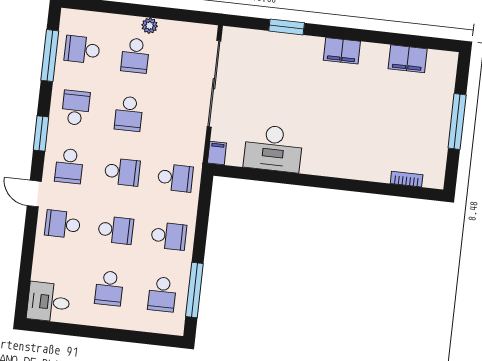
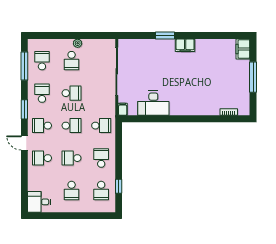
window: (287, 27) -> (165, 36), moved
school desk: (82, 50) -> (42, 61), turned 90
filing cabinet: (408, 59) -> (243, 49), moved, turned 90
school desk: (129, 114) -> (72, 93), turned -90
school desk: (69, 166) -> (42, 126), turned 90
school desk: (116, 230) -> (72, 158), turned 180
school desk: (169, 236) -> (101, 158), turned -90
window: (194, 290) -> (119, 186), width x0.46

